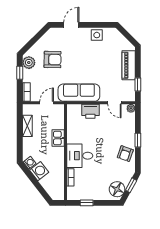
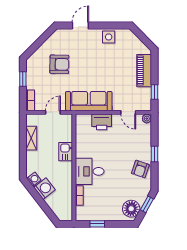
plant: (29, 63) -> (33, 68), removed

